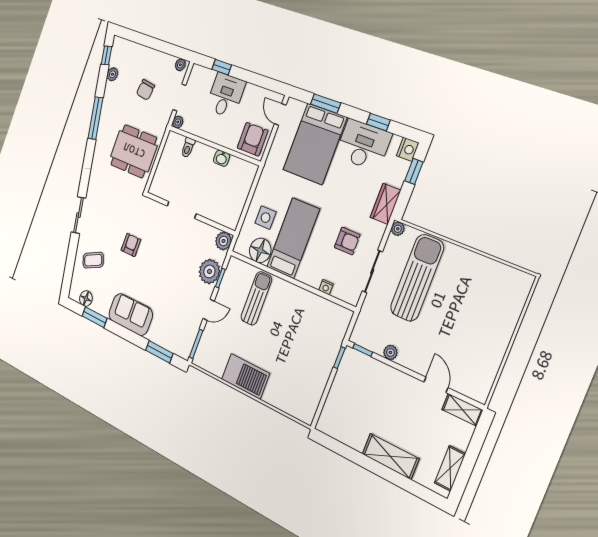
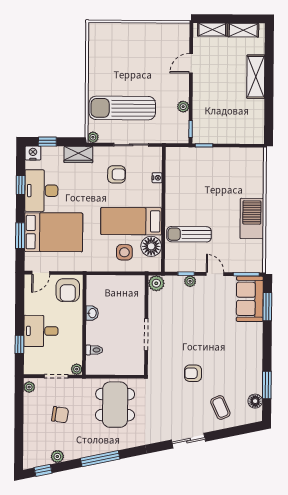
armchair: (253, 139) -> (68, 290), turned -90
armchair: (347, 241) -> (117, 174), turned 90
plant: (209, 271) -> (190, 281), width x0.53, depth x0.53
sofa: (131, 314) -> (250, 299), moved
shelving: (462, 410) -> (212, 30), moved, turned 90

